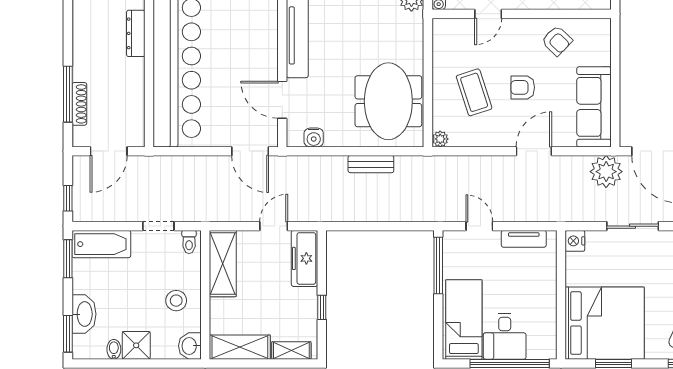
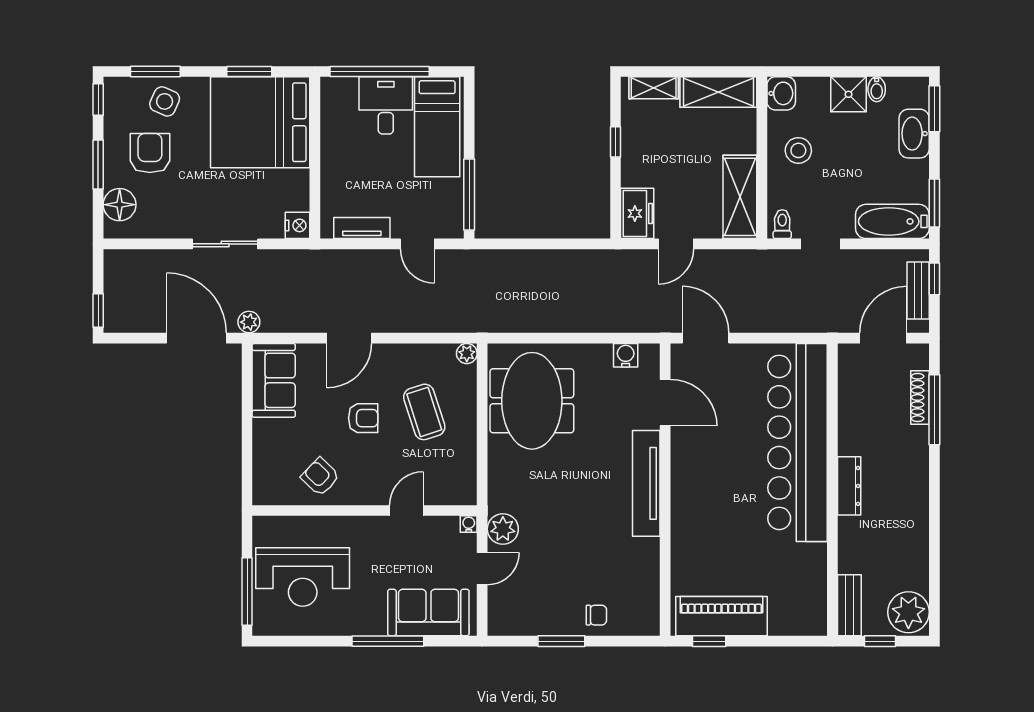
sofa: (594, 107) -> (274, 380), width x0.73
bench: (371, 164) -> (918, 291), moved, turned 90
plant: (606, 172) -> (249, 322), width x0.53, depth x0.53
freezer: (305, 258) -> (637, 213), width x0.71

